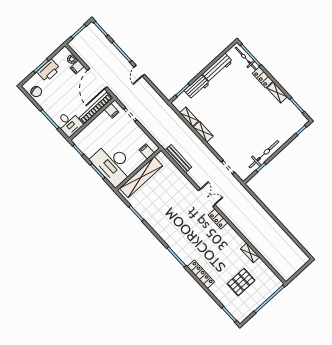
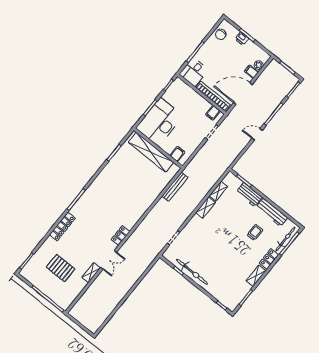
printer: (49, 70) -> (242, 39), width x0.53, depth x0.68
trolley: (235, 87) -> (255, 233), added
double door: (207, 198) -> (109, 260), moved

